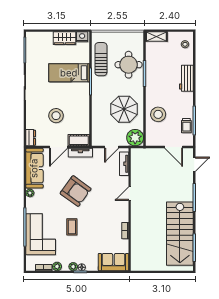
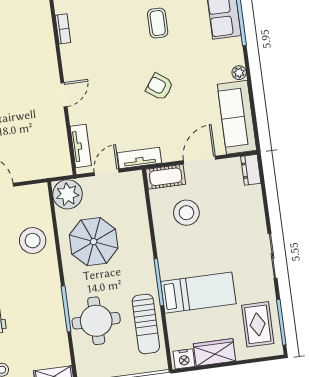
rug: (38, 51) -> (258, 324), added
stool: (56, 116) -> (186, 213), moved
tv unit: (80, 153) -> (139, 158), moved
armchair: (76, 191) -> (159, 87), width x0.53, depth x0.53

